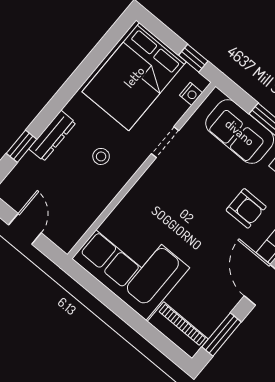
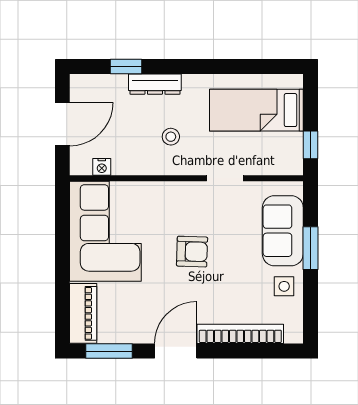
bed: (134, 77) -> (256, 110), width x0.67
nightstand: (191, 94) -> (102, 167), moved
armchair: (246, 208) -> (192, 252), moved, turned -88
door: (25, 229) -> (62, 124), width x1.38

